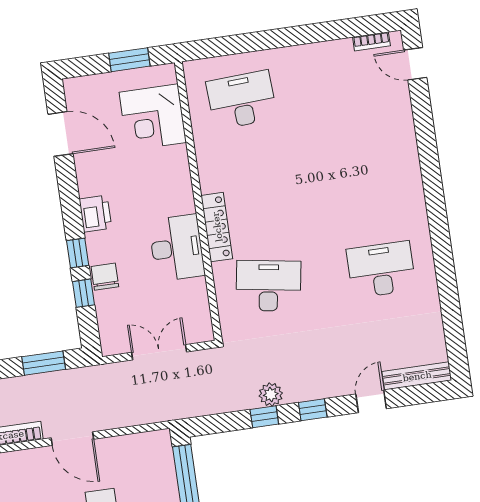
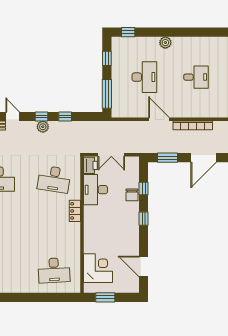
printer: (95, 214) -> (90, 165), moved, turned 180
locker: (217, 227) -> (75, 211), width x0.66
desk: (177, 248) -> (96, 190), moved
window: (78, 253) -> (144, 219), moved
plant: (271, 394) -> (43, 127), moved
door: (371, 401) -> (13, 116), swing flipped

